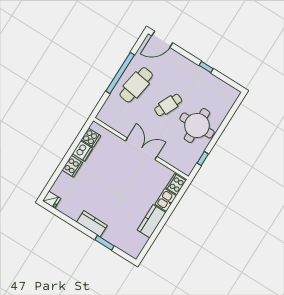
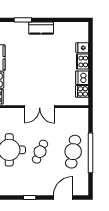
door: (162, 39) -> (63, 197), moved
fridge: (52, 200) -> (82, 48), moved

